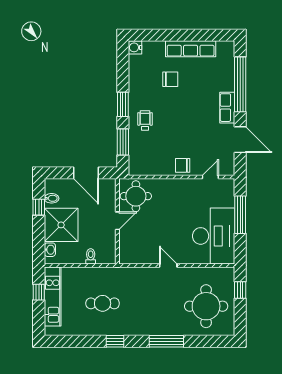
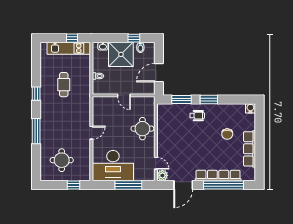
row of seats: (227, 108) -> (218, 176), width x2.02
chair: (183, 165) -> (164, 143), removed
plant: (227, 168) -> (162, 175), added
round table: (136, 196) -> (142, 129), moved
round table: (206, 306) -> (62, 160), width x0.73, depth x0.73

